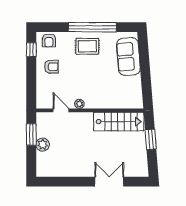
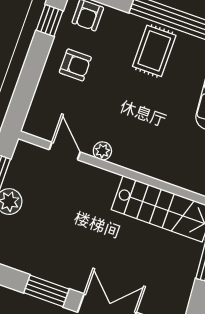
rug: (87, 46) -> (154, 51), turned 90
window: (76, 182) -> (46, 291), added

